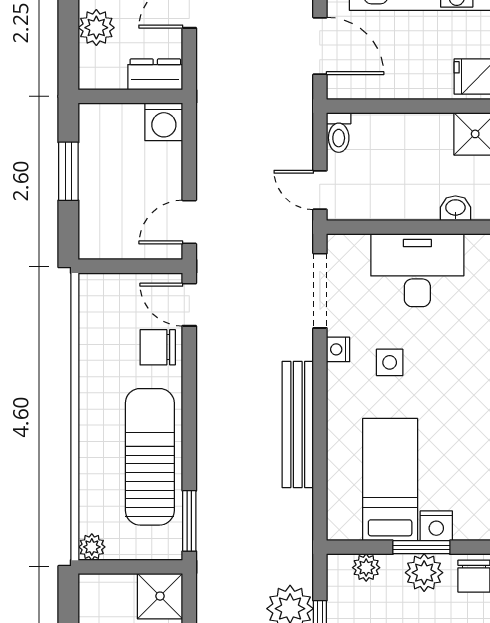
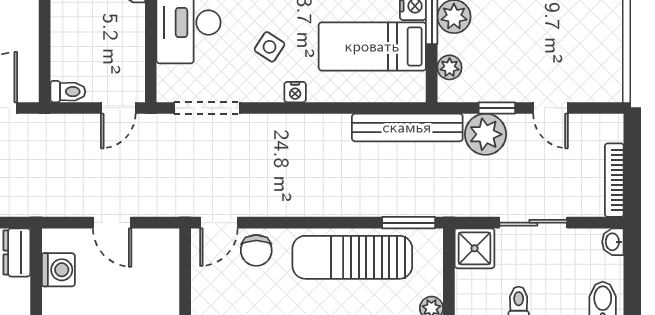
washing machine: (164, 122) -> (58, 270), moved
door: (189, 222) -> (112, 223), moved
nightstand: (338, 349) -> (295, 92), moved
side table: (390, 362) -> (270, 47), turned 33
bench: (298, 424) -> (407, 127), moved

